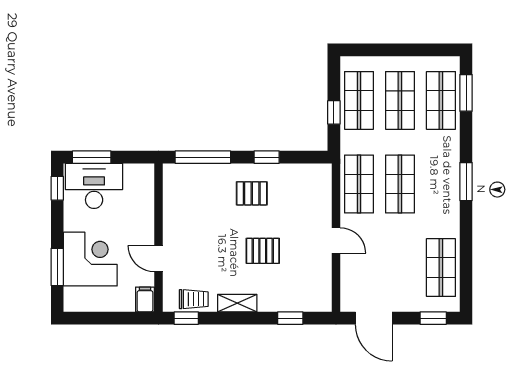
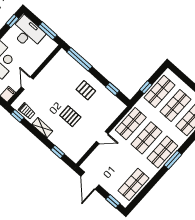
window: (92, 157) -> (48, 31), moved
window: (267, 157) -> (113, 89), moved
shop shelf: (441, 184) -> (162, 152), added
door: (336, 240) -> (102, 138), hinge flipped

